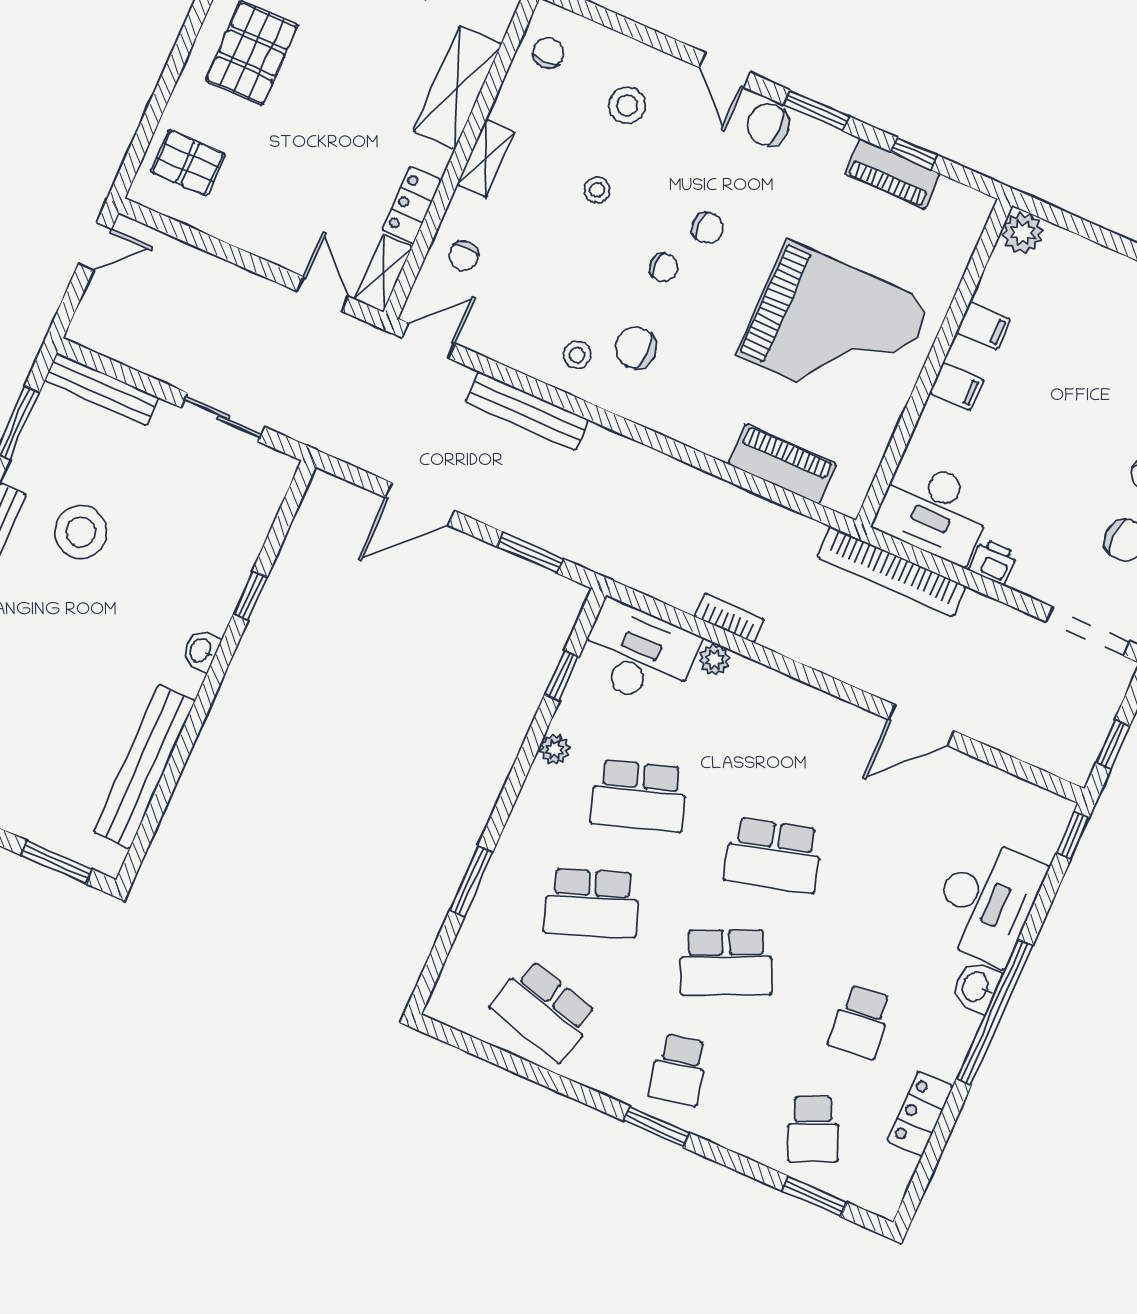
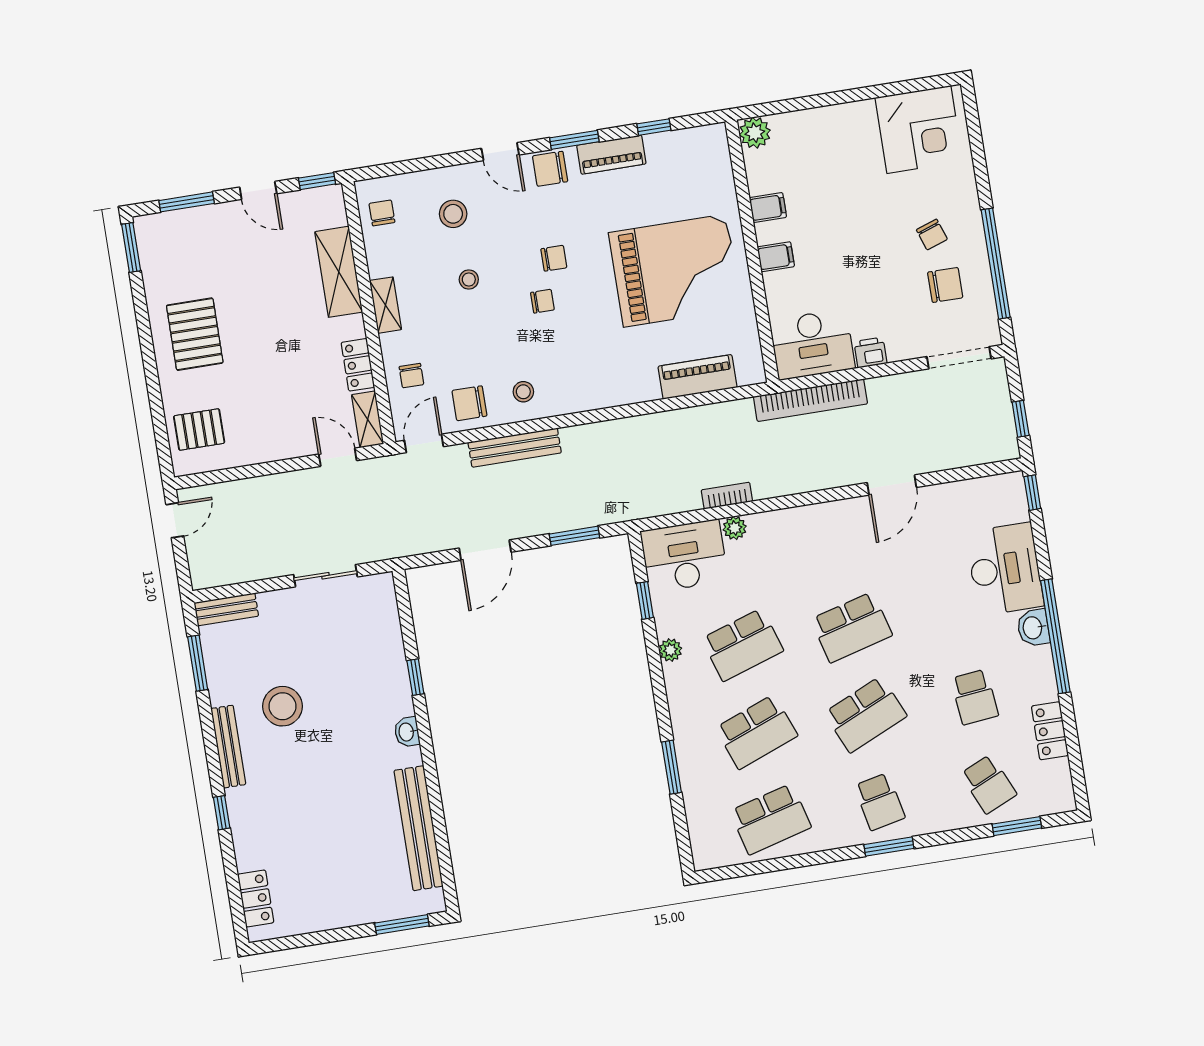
piano: (892, 174) -> (611, 155), moved
chair: (636, 348) -> (470, 403), moved
bench: (102, 389) -> (226, 609), width x0.73
school desk: (544, 1011) -> (770, 819), turned -30

